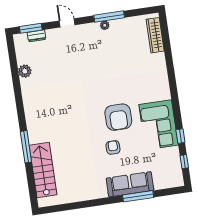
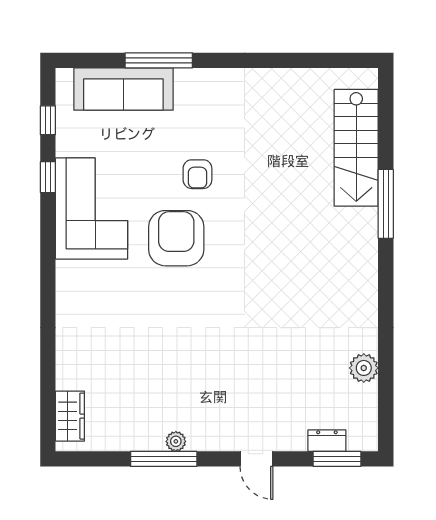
wardrobe: (155, 35) -> (70, 416), width x0.67
sofa: (130, 184) -> (123, 89), moved

